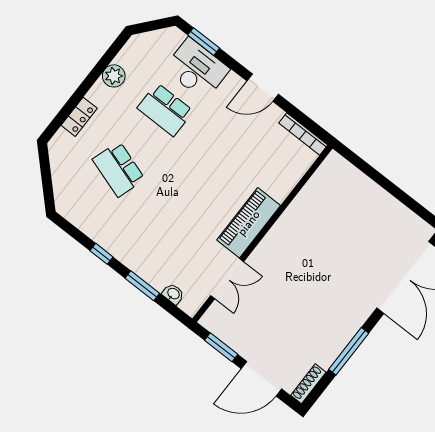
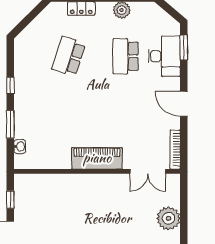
plant: (370, 197) -> (168, 218), added
double door: (227, 279) -> (148, 171), moved
window: (221, 347) -> (10, 200), width x0.67

